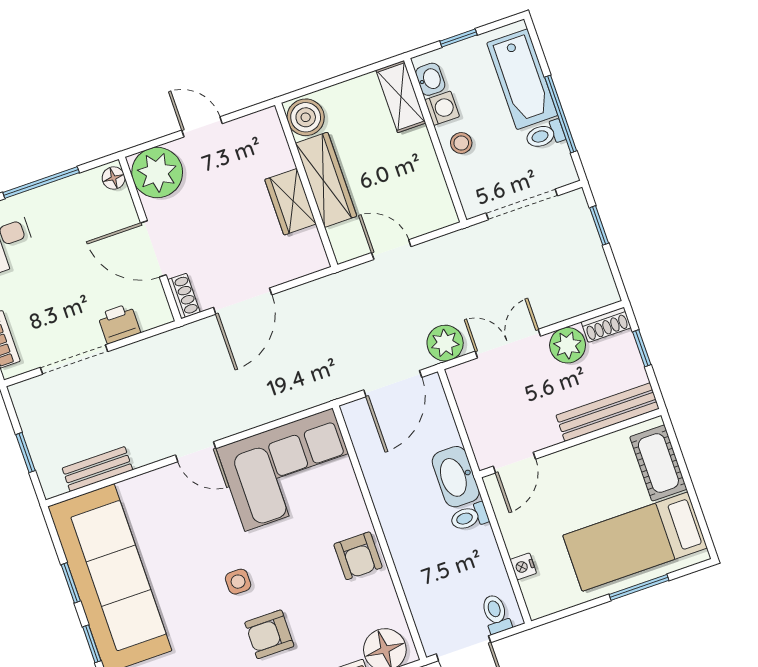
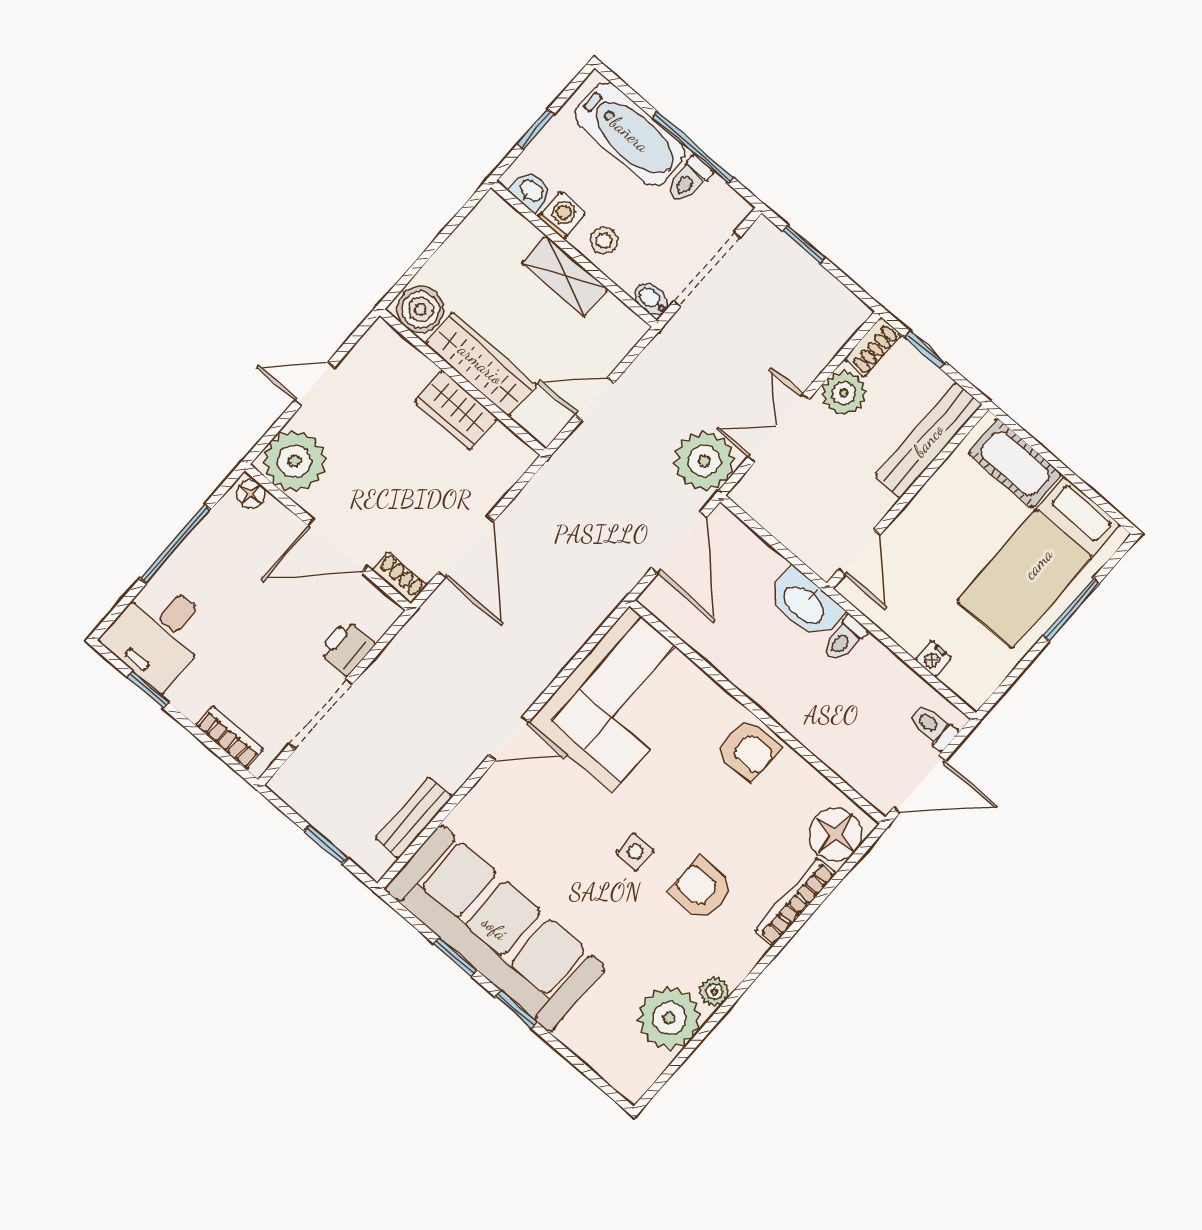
shelving: (401, 97) -> (565, 276), moved
bidet: (471, 203) -> (651, 299), added
plant: (445, 343) -> (704, 461), width x1.36, depth x1.36
armchair: (269, 634) -> (701, 889), turned 90

